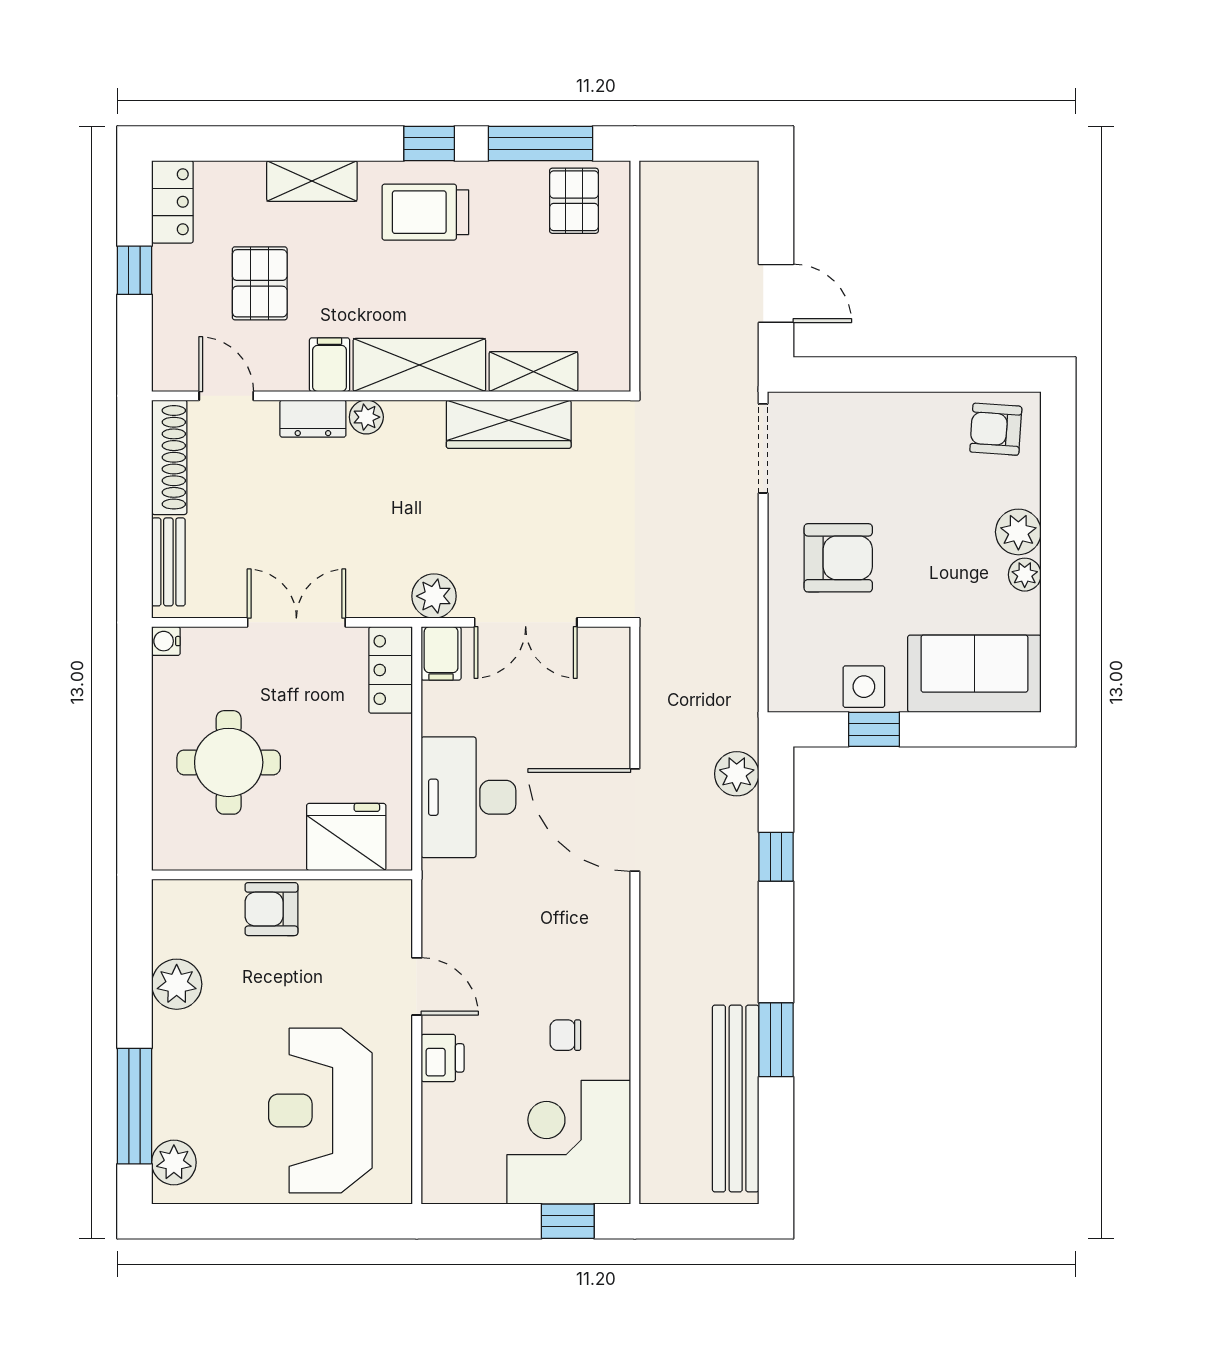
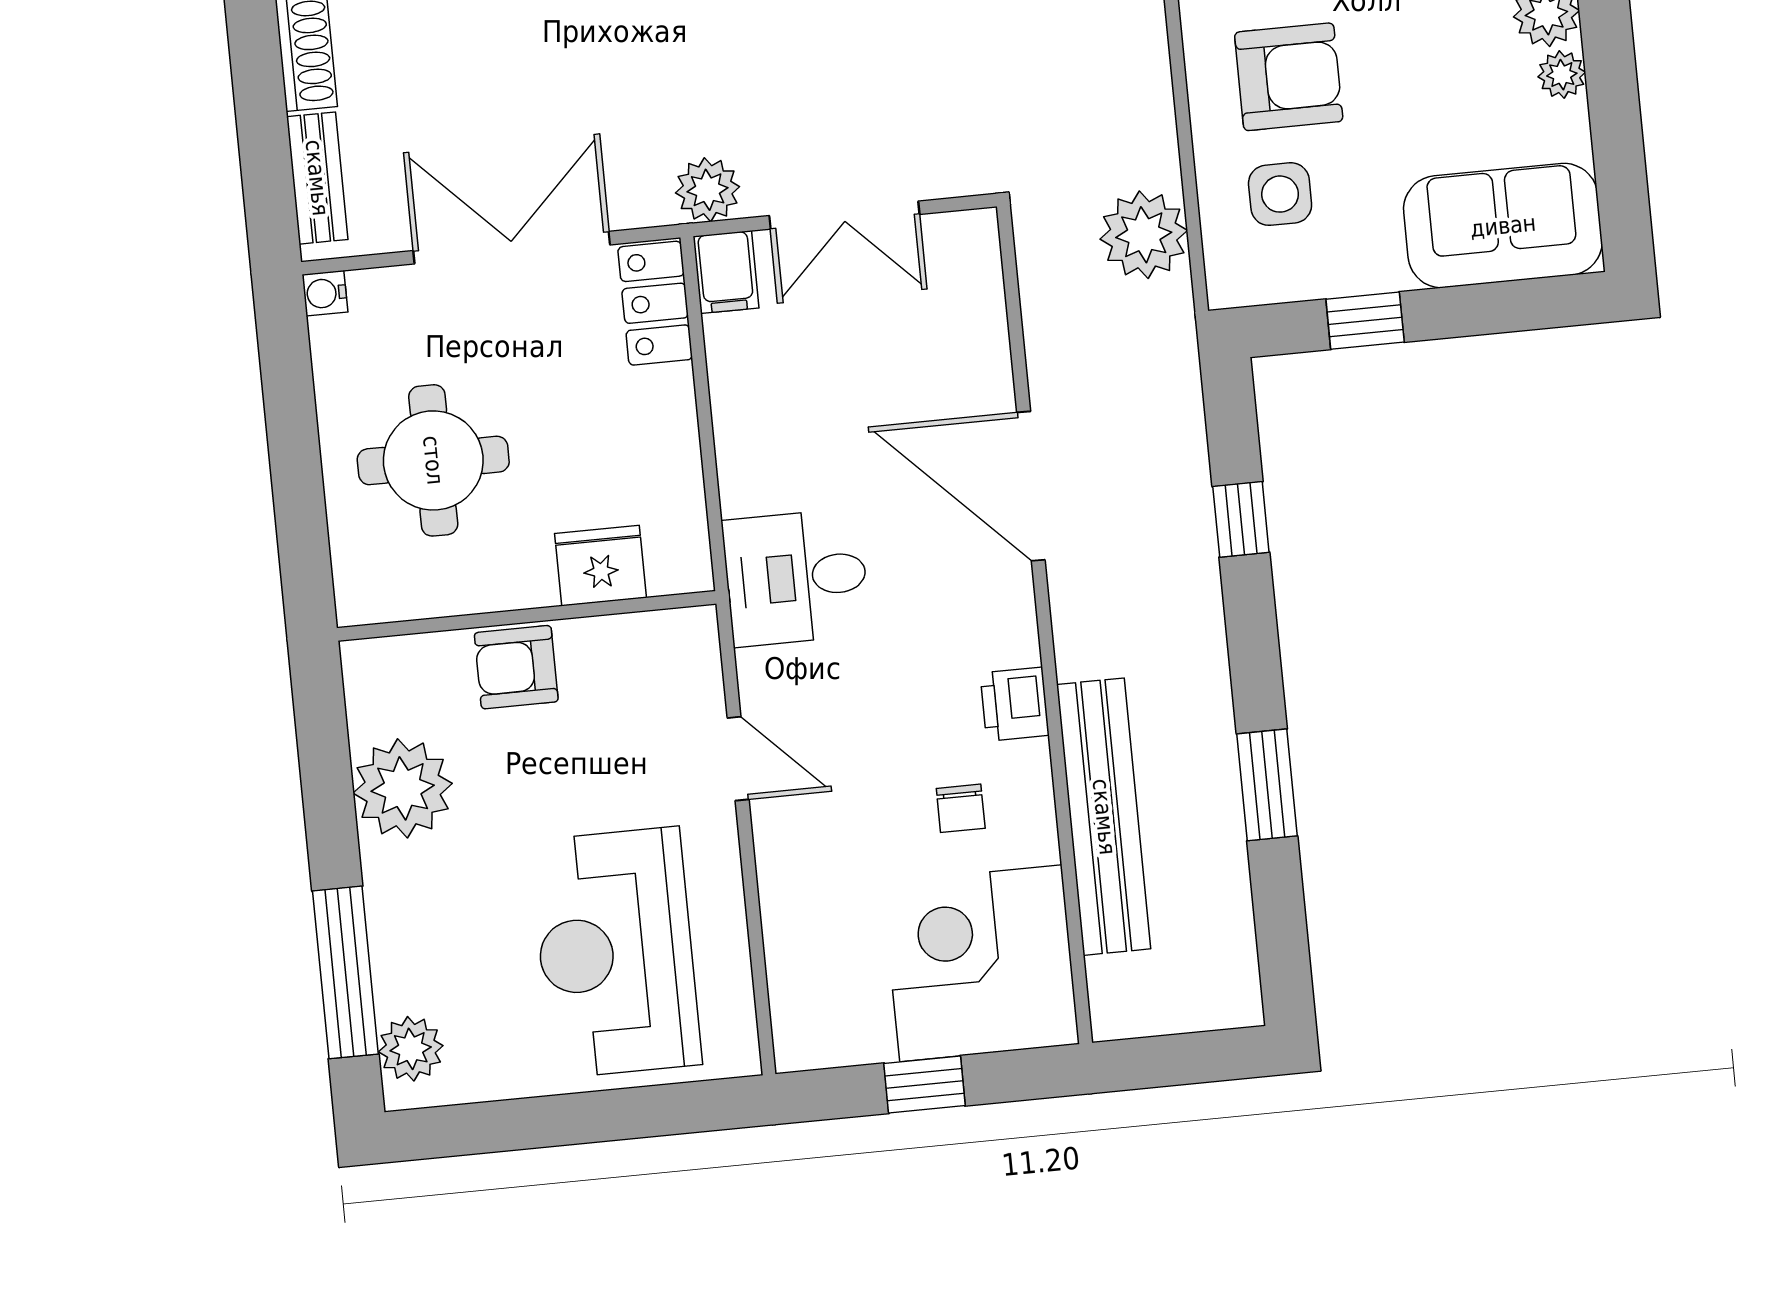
double door: (296, 622) -> (512, 248), width x1.37
side table: (864, 687) -> (1280, 194), moved
plant: (737, 774) -> (1144, 235), moved, width x1.36, depth x1.36
desk: (468, 797) -> (796, 577), moved, width x0.73
fridge: (346, 837) -> (600, 566), width x0.73, depth x0.75
plant: (177, 984) -> (403, 788), width x1.36, depth x1.36
chair: (565, 1035) -> (961, 808), turned -90
printer: (443, 1058) -> (1015, 704), moved, turned 180
bench: (736, 1099) -> (1104, 817), moved
window: (568, 1221) -> (925, 1084), moved

